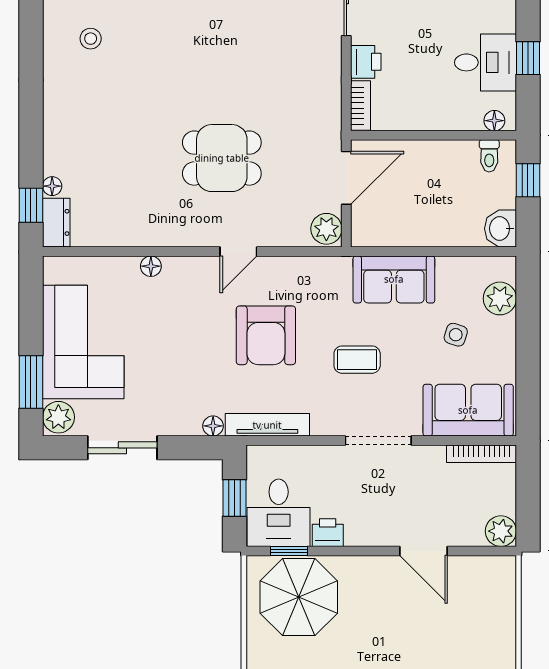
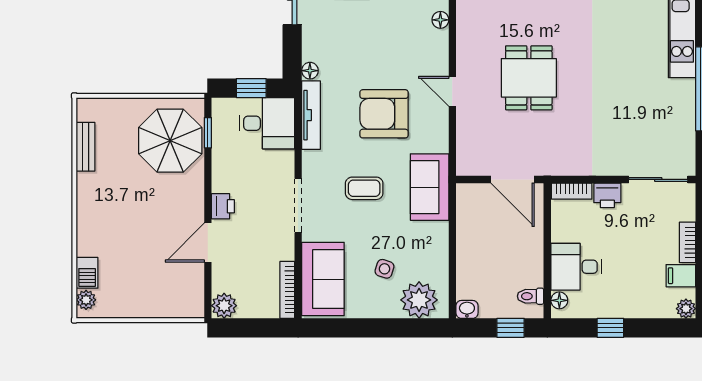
desk: (485, 62) -> (576, 267), moved, turned 90
plant: (326, 229) -> (471, 163), removed
washbasin: (500, 229) -> (467, 309), width x0.72, depth x0.69
sofa: (394, 279) -> (430, 187), moved
plant: (500, 298) -> (419, 300), width x1.36, depth x1.36
coffee table: (357, 360) -> (364, 188), turned 90
desk: (279, 513) -> (267, 123), moved, turned 180
printer: (328, 533) -> (223, 206), moved

